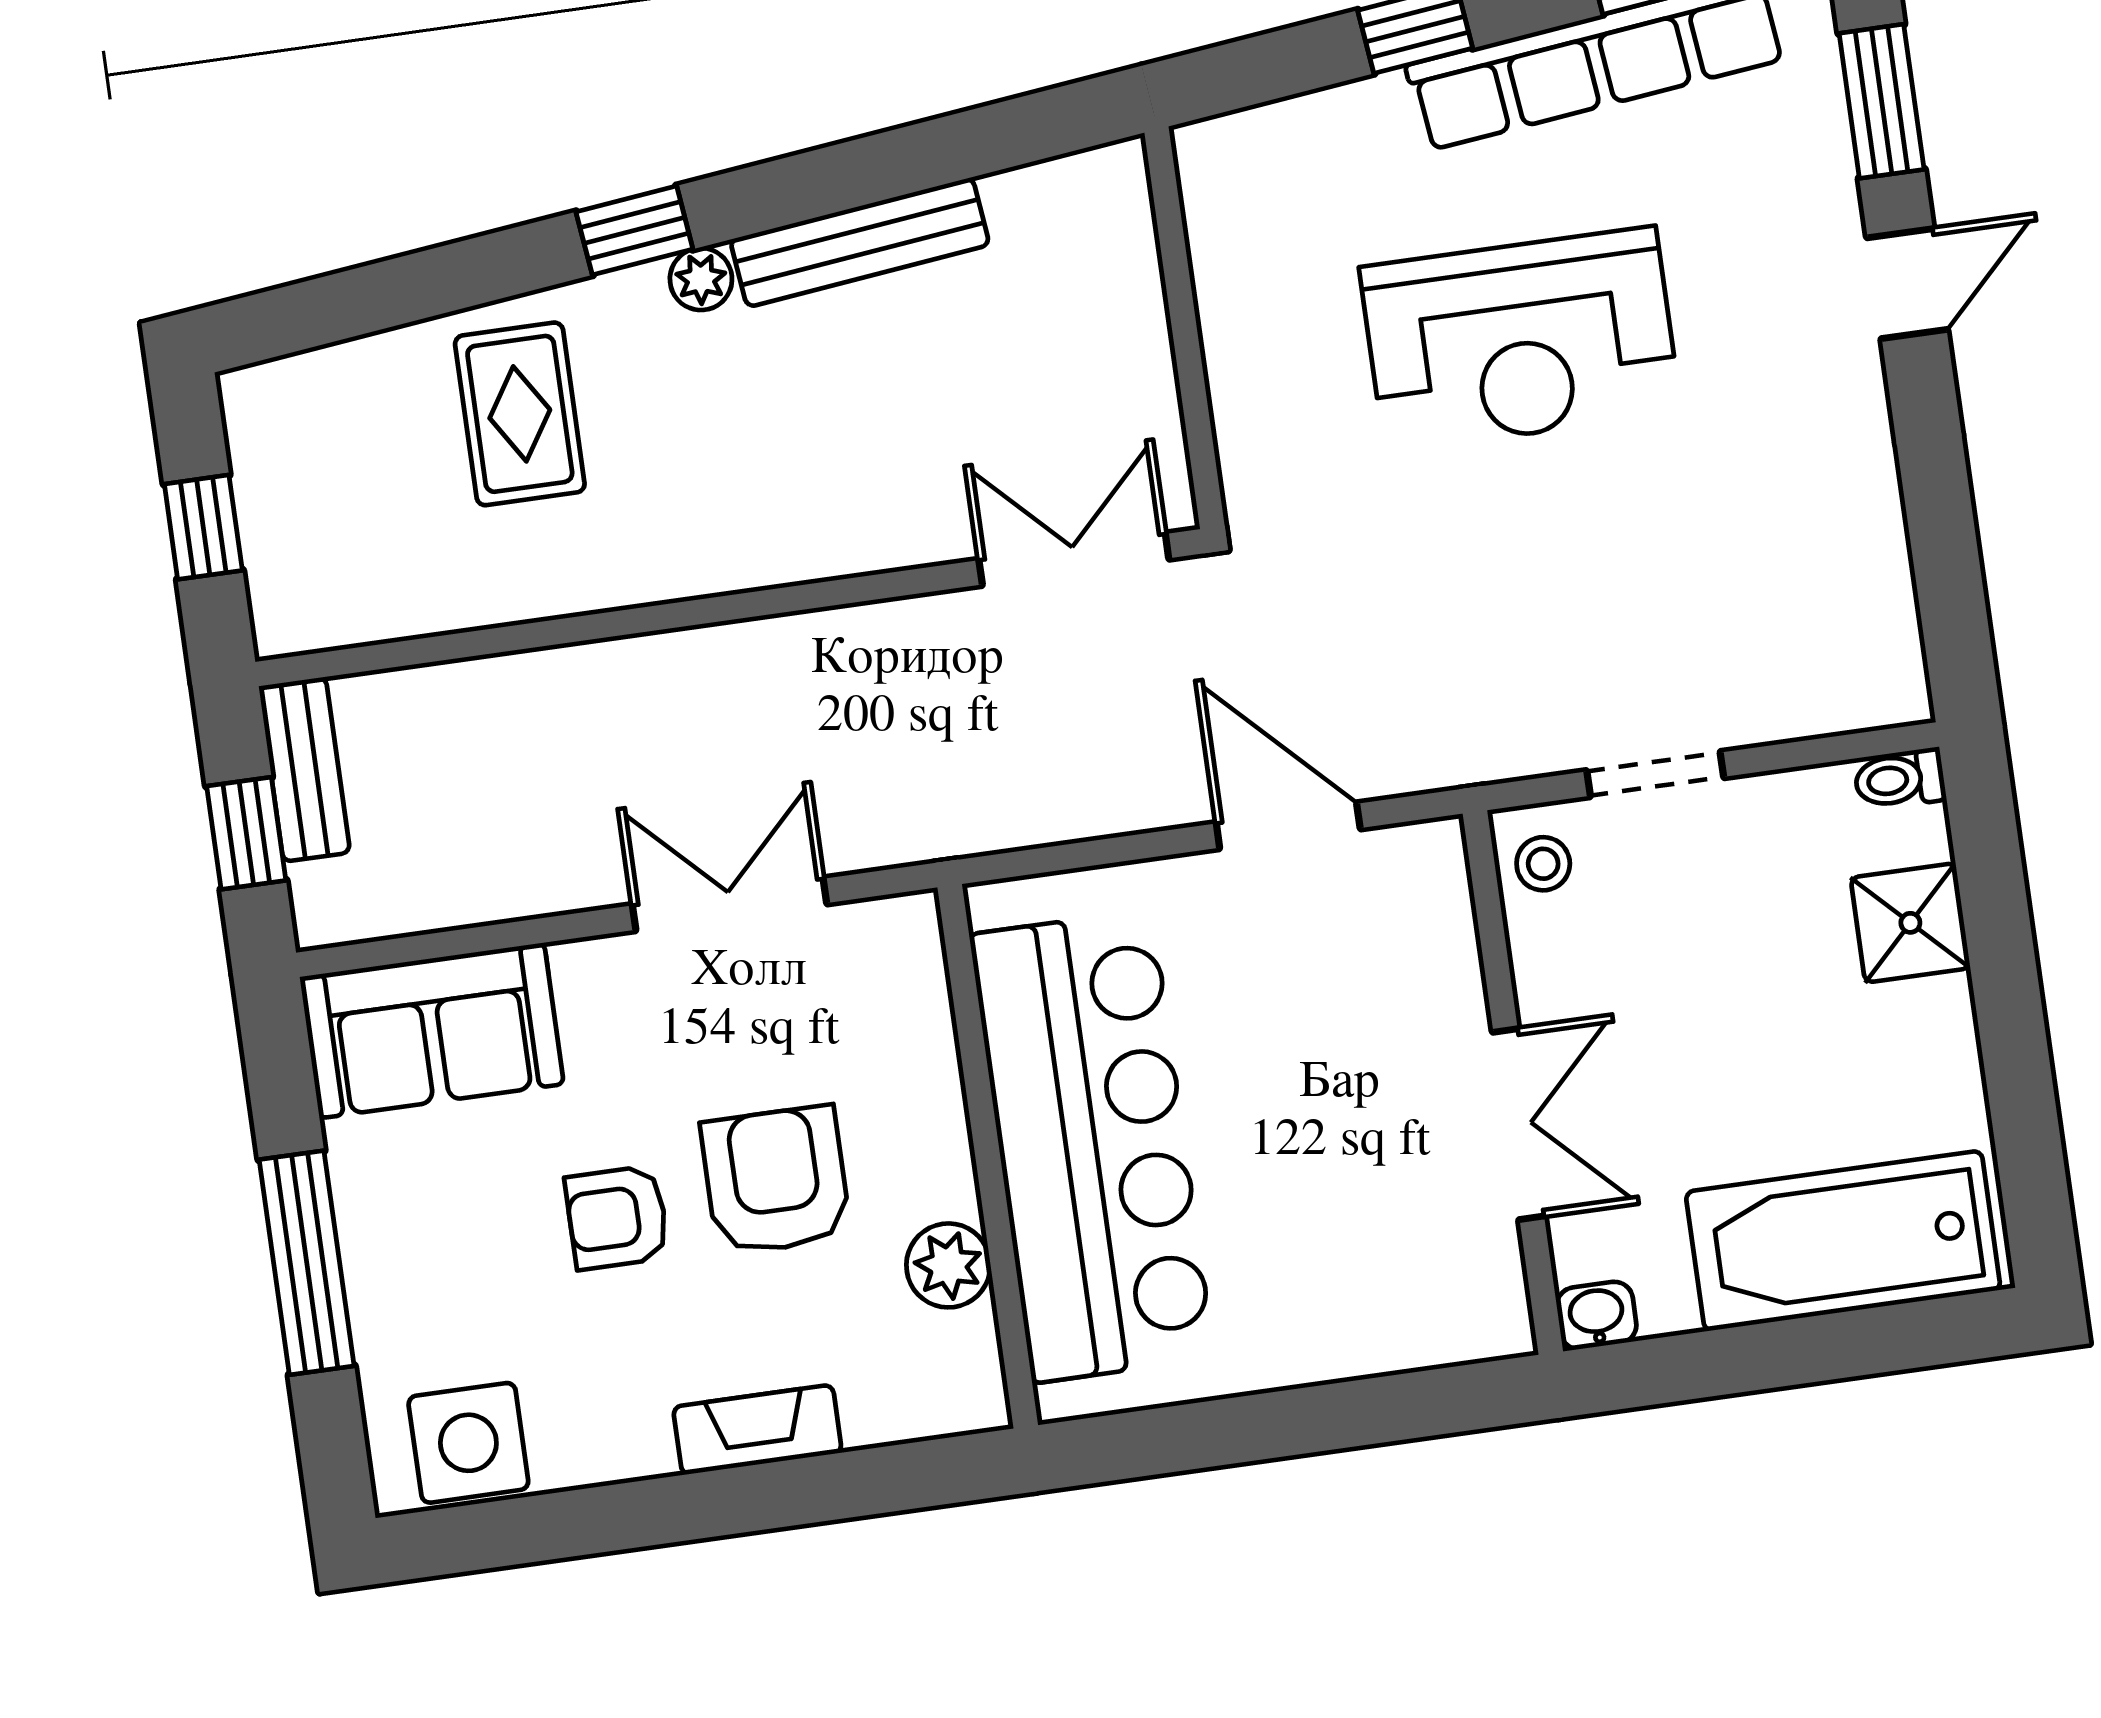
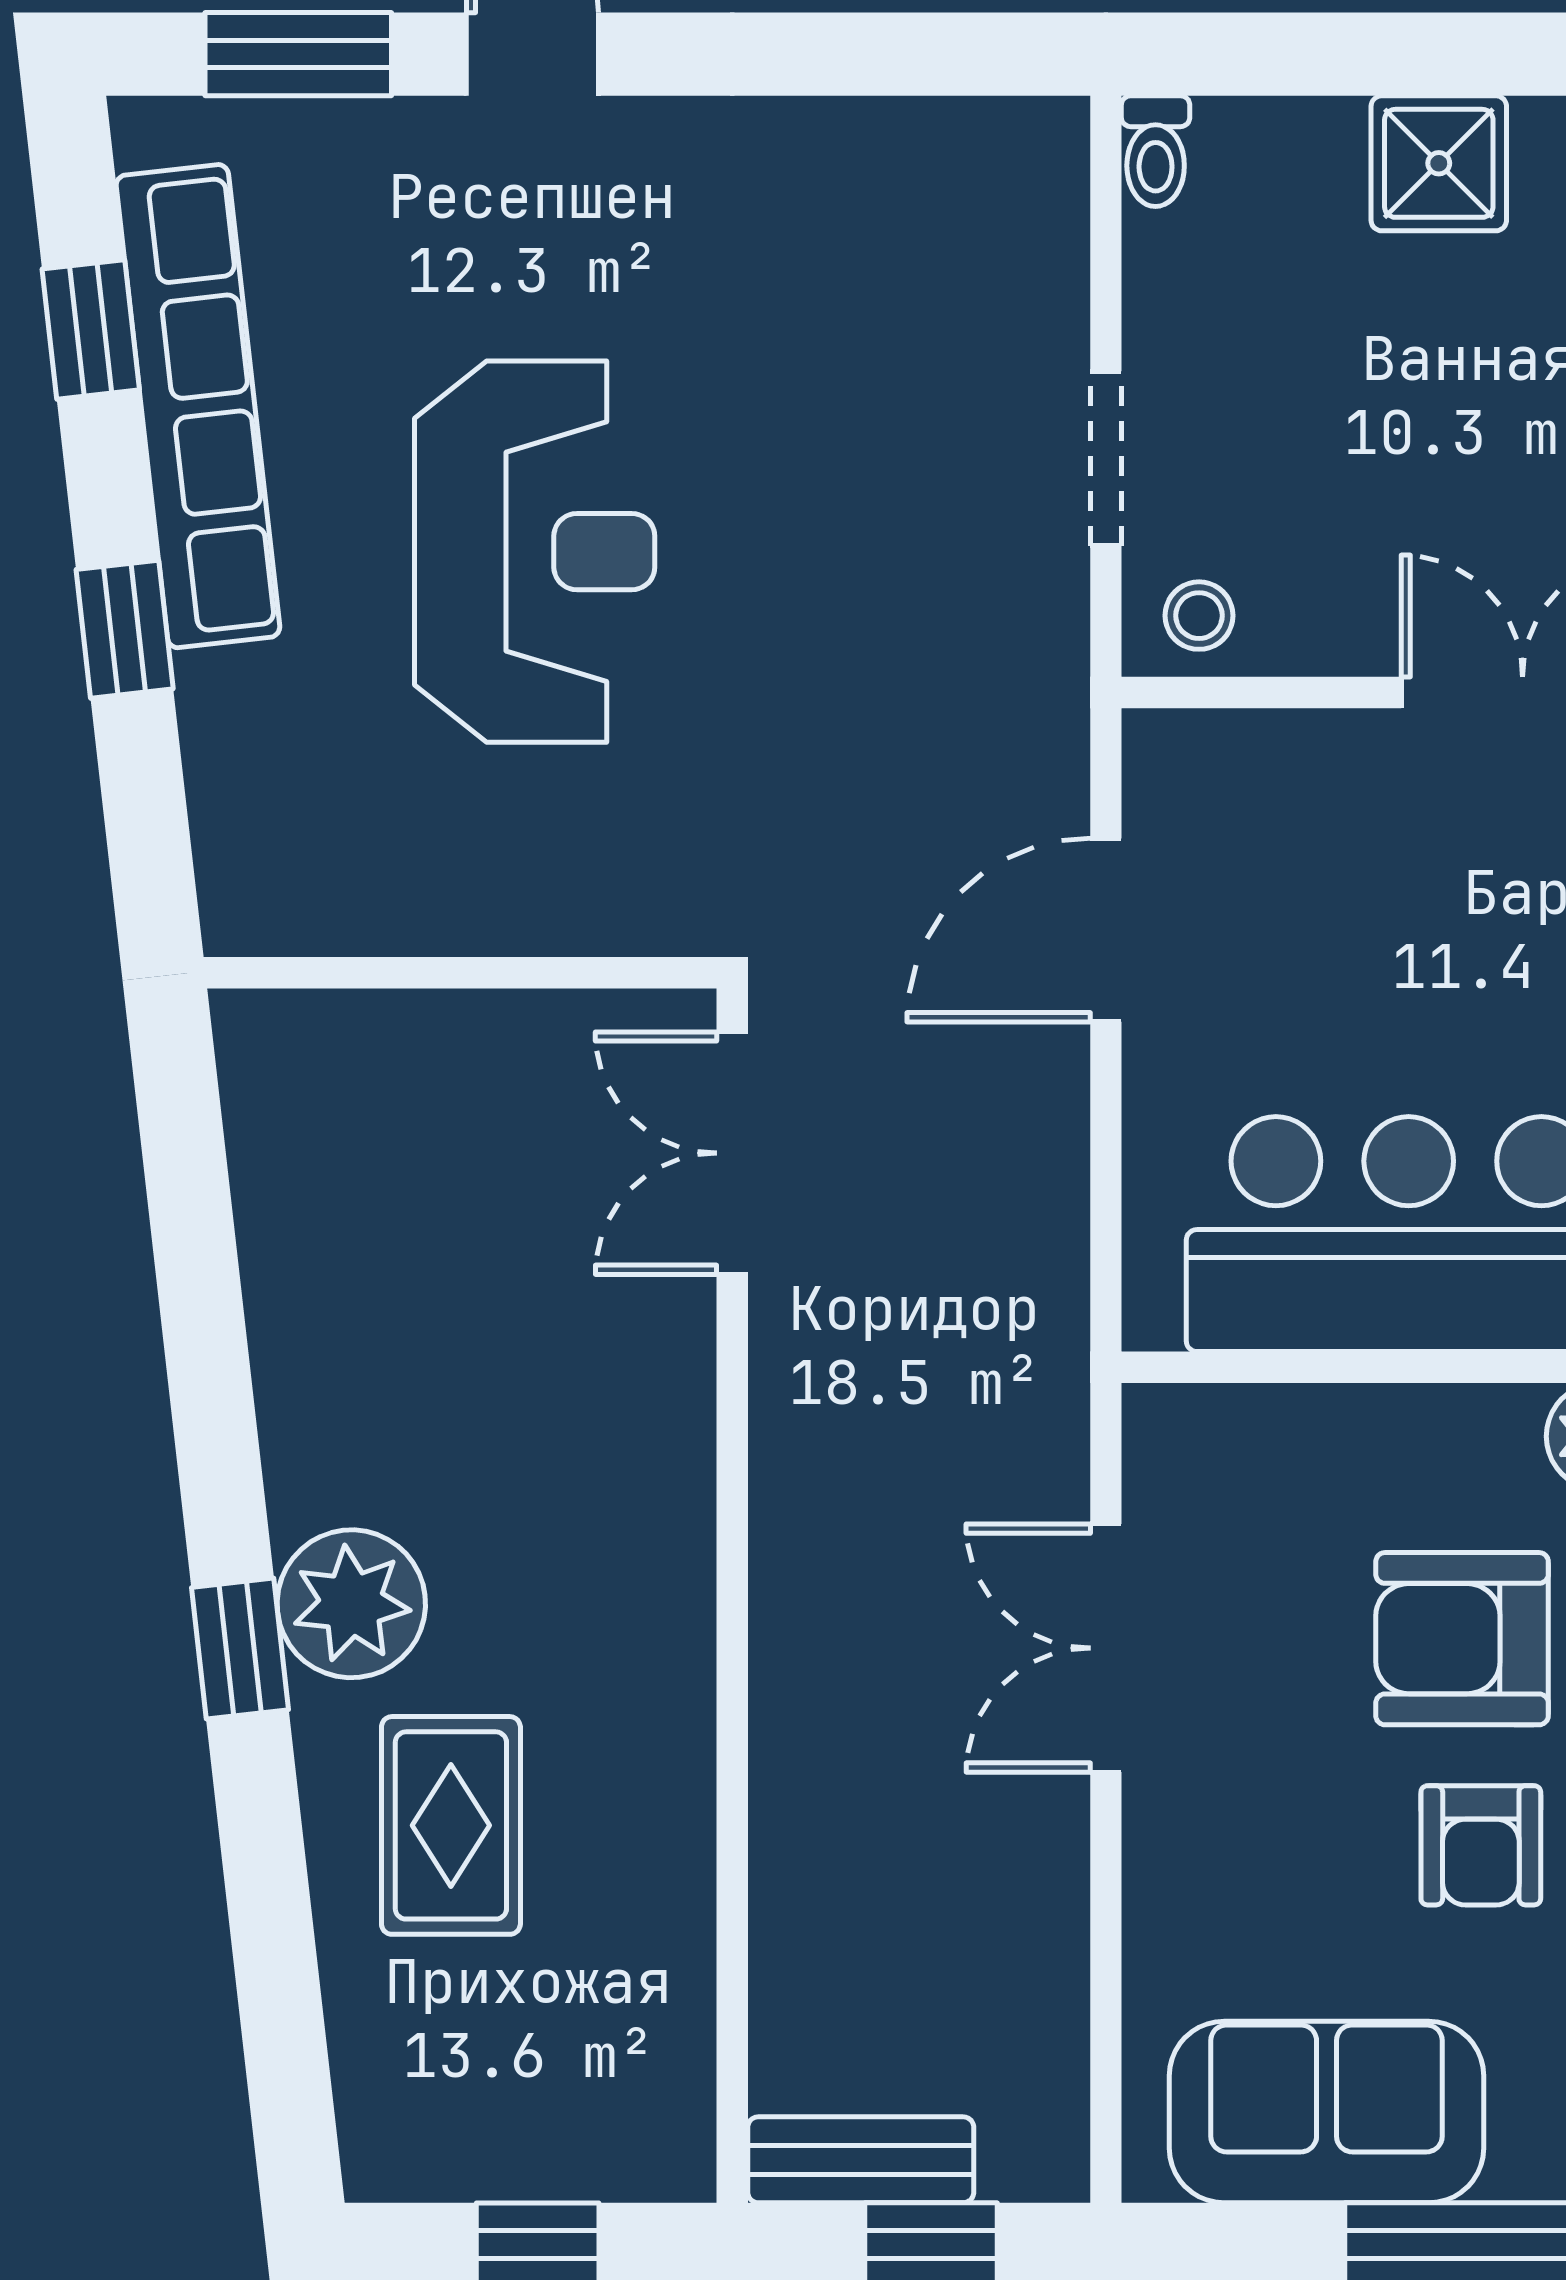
bench: (860, 242) -> (295, 1367), removed
plant: (701, 279) -> (351, 1604), width x1.87, depth x1.87
rug: (520, 414) -> (451, 1825), turned 90
shower: (1910, 923) -> (1439, 163), moved
sofa: (432, 1031) -> (1327, 2112), moved, turned -90

